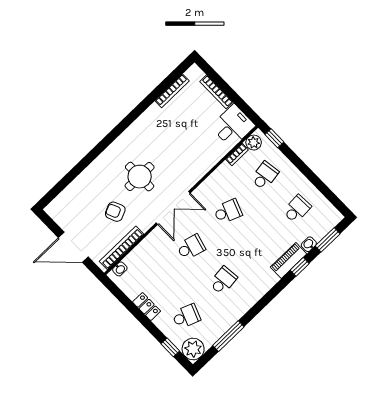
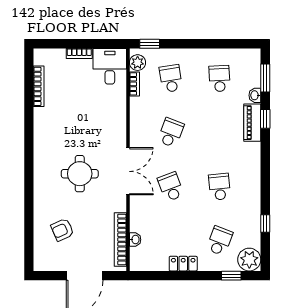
bookcase: (216, 92) -> (79, 53), width x0.64
armchair: (115, 212) -> (62, 230), moved
school desk: (191, 247) -> (171, 187), turned -36
washbasin: (120, 269) -> (135, 240), moved
window: (228, 336) -> (265, 223), width x0.46

